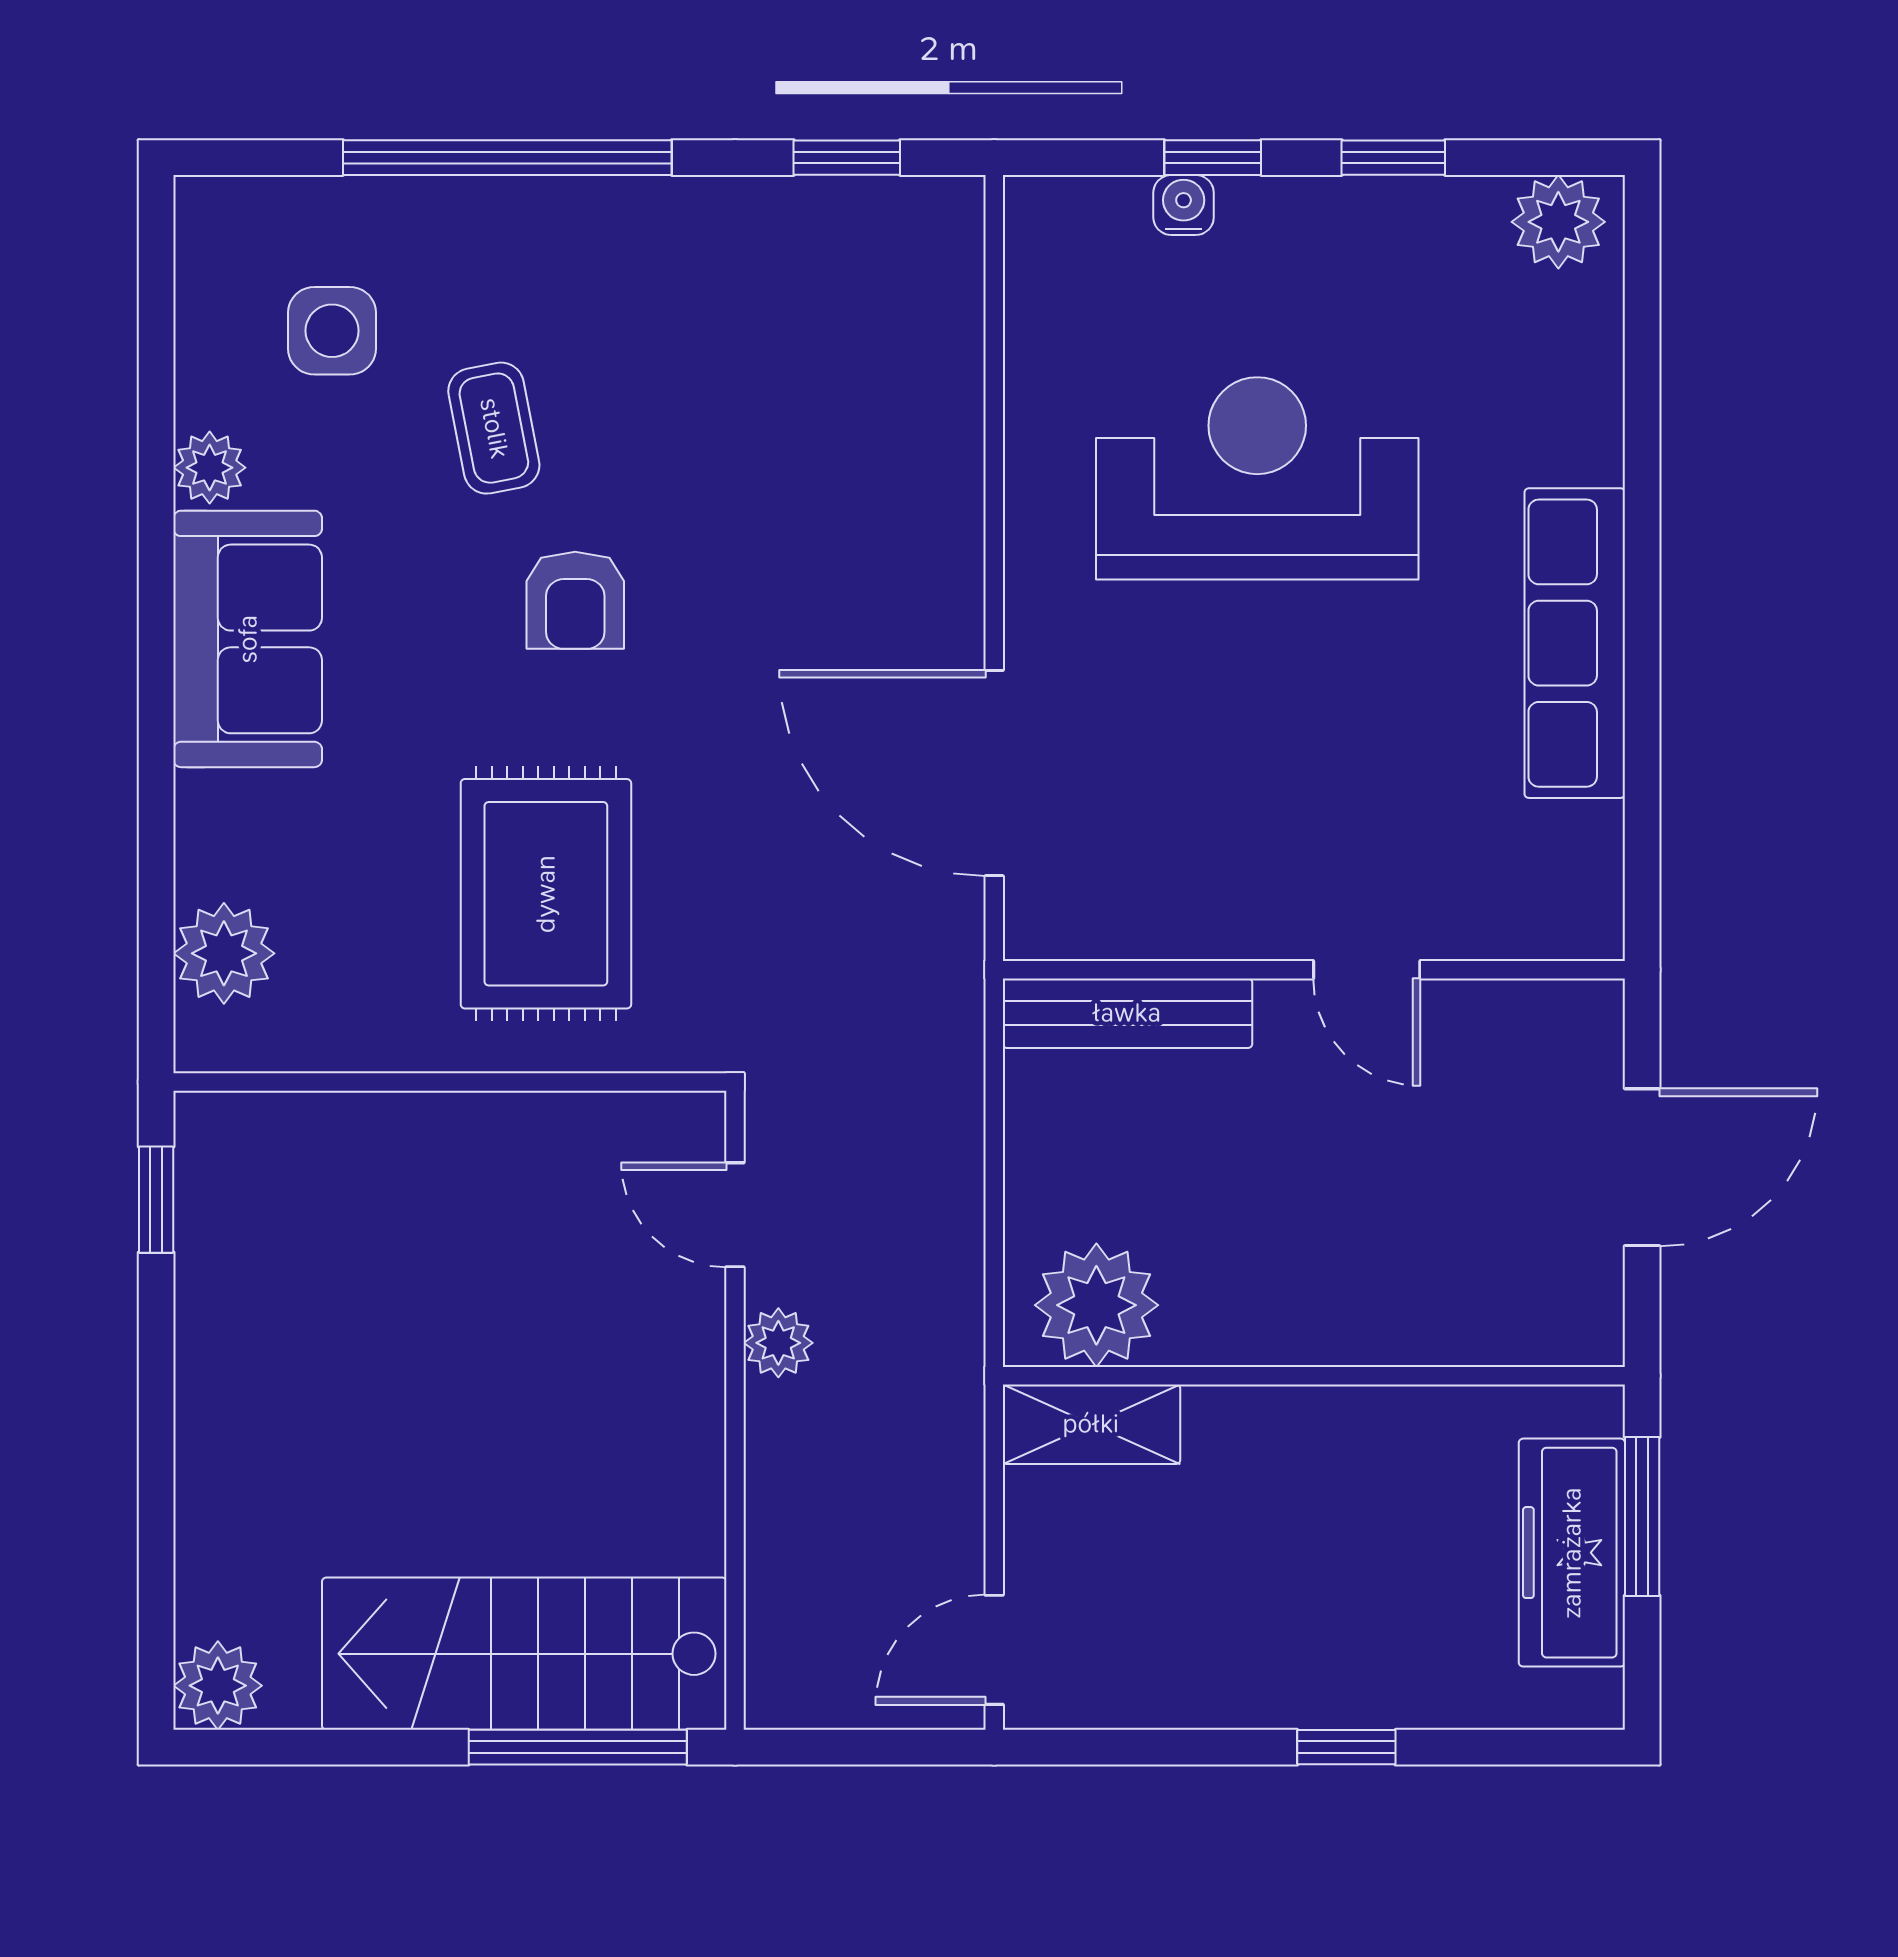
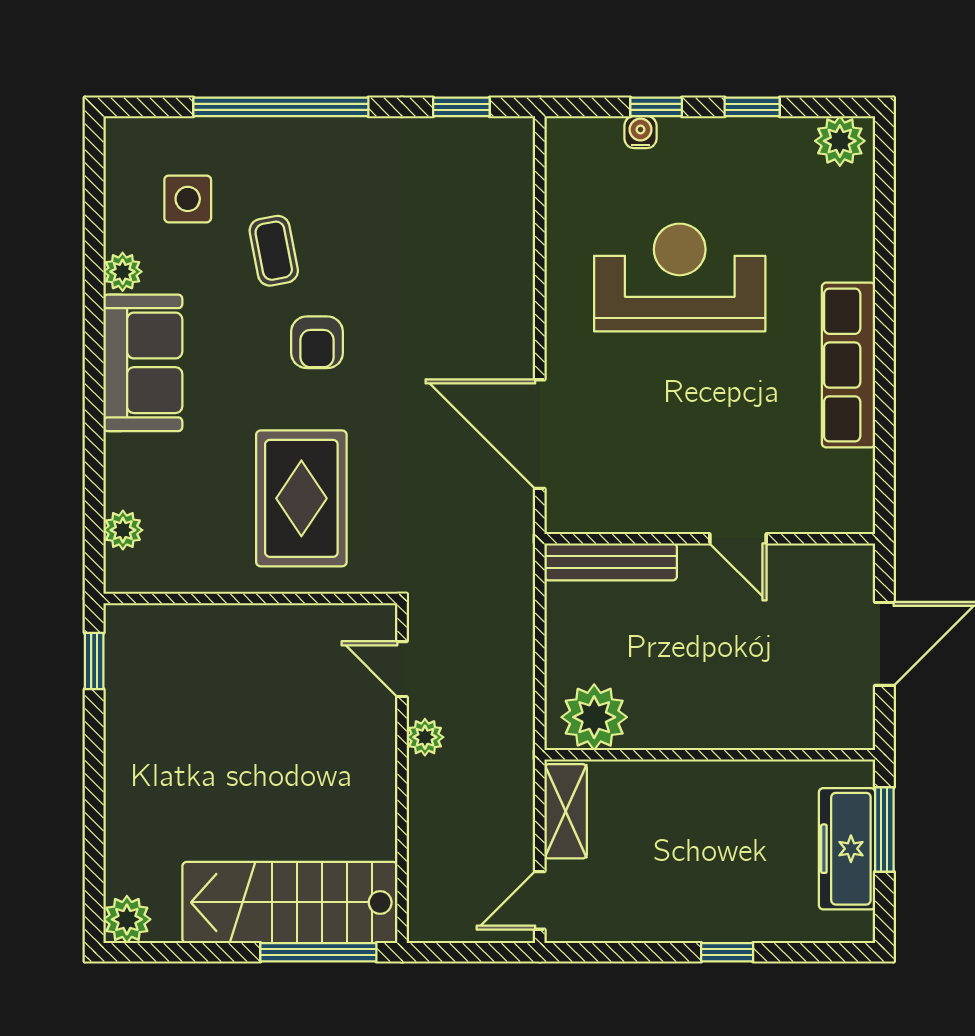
plant: (224, 953) -> (123, 530), width x0.73, depth x0.73
shelving: (1091, 1424) -> (566, 811), moved, turned 90

